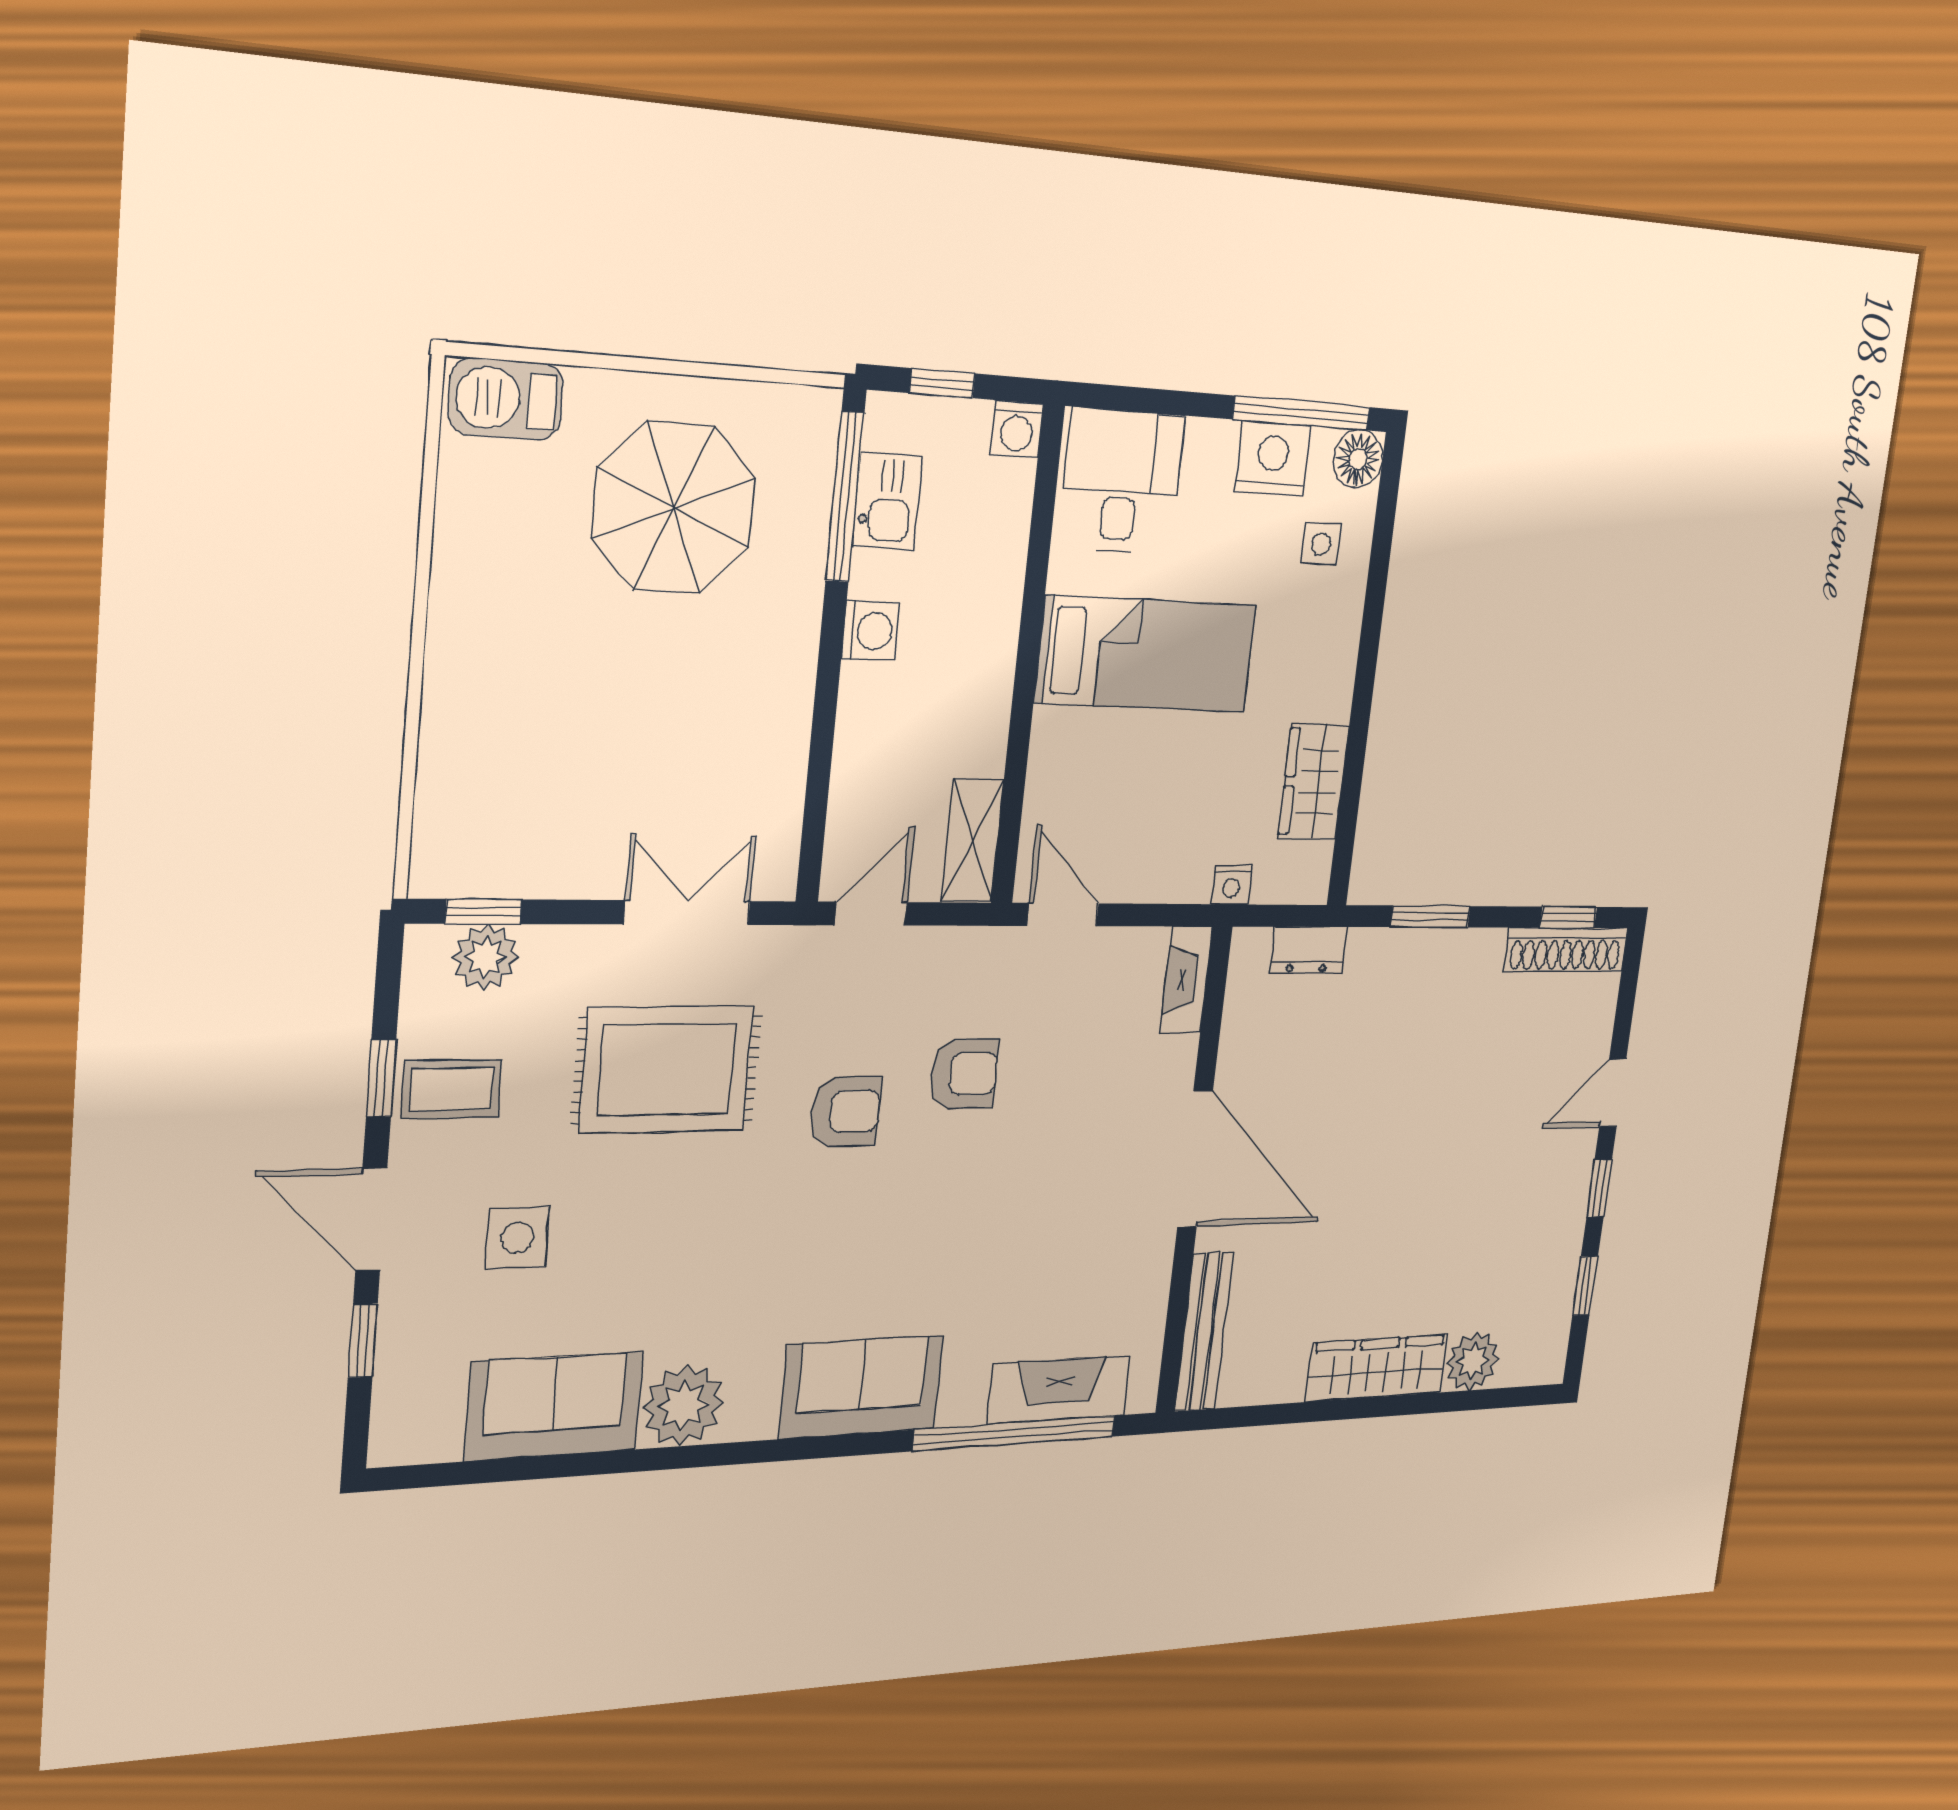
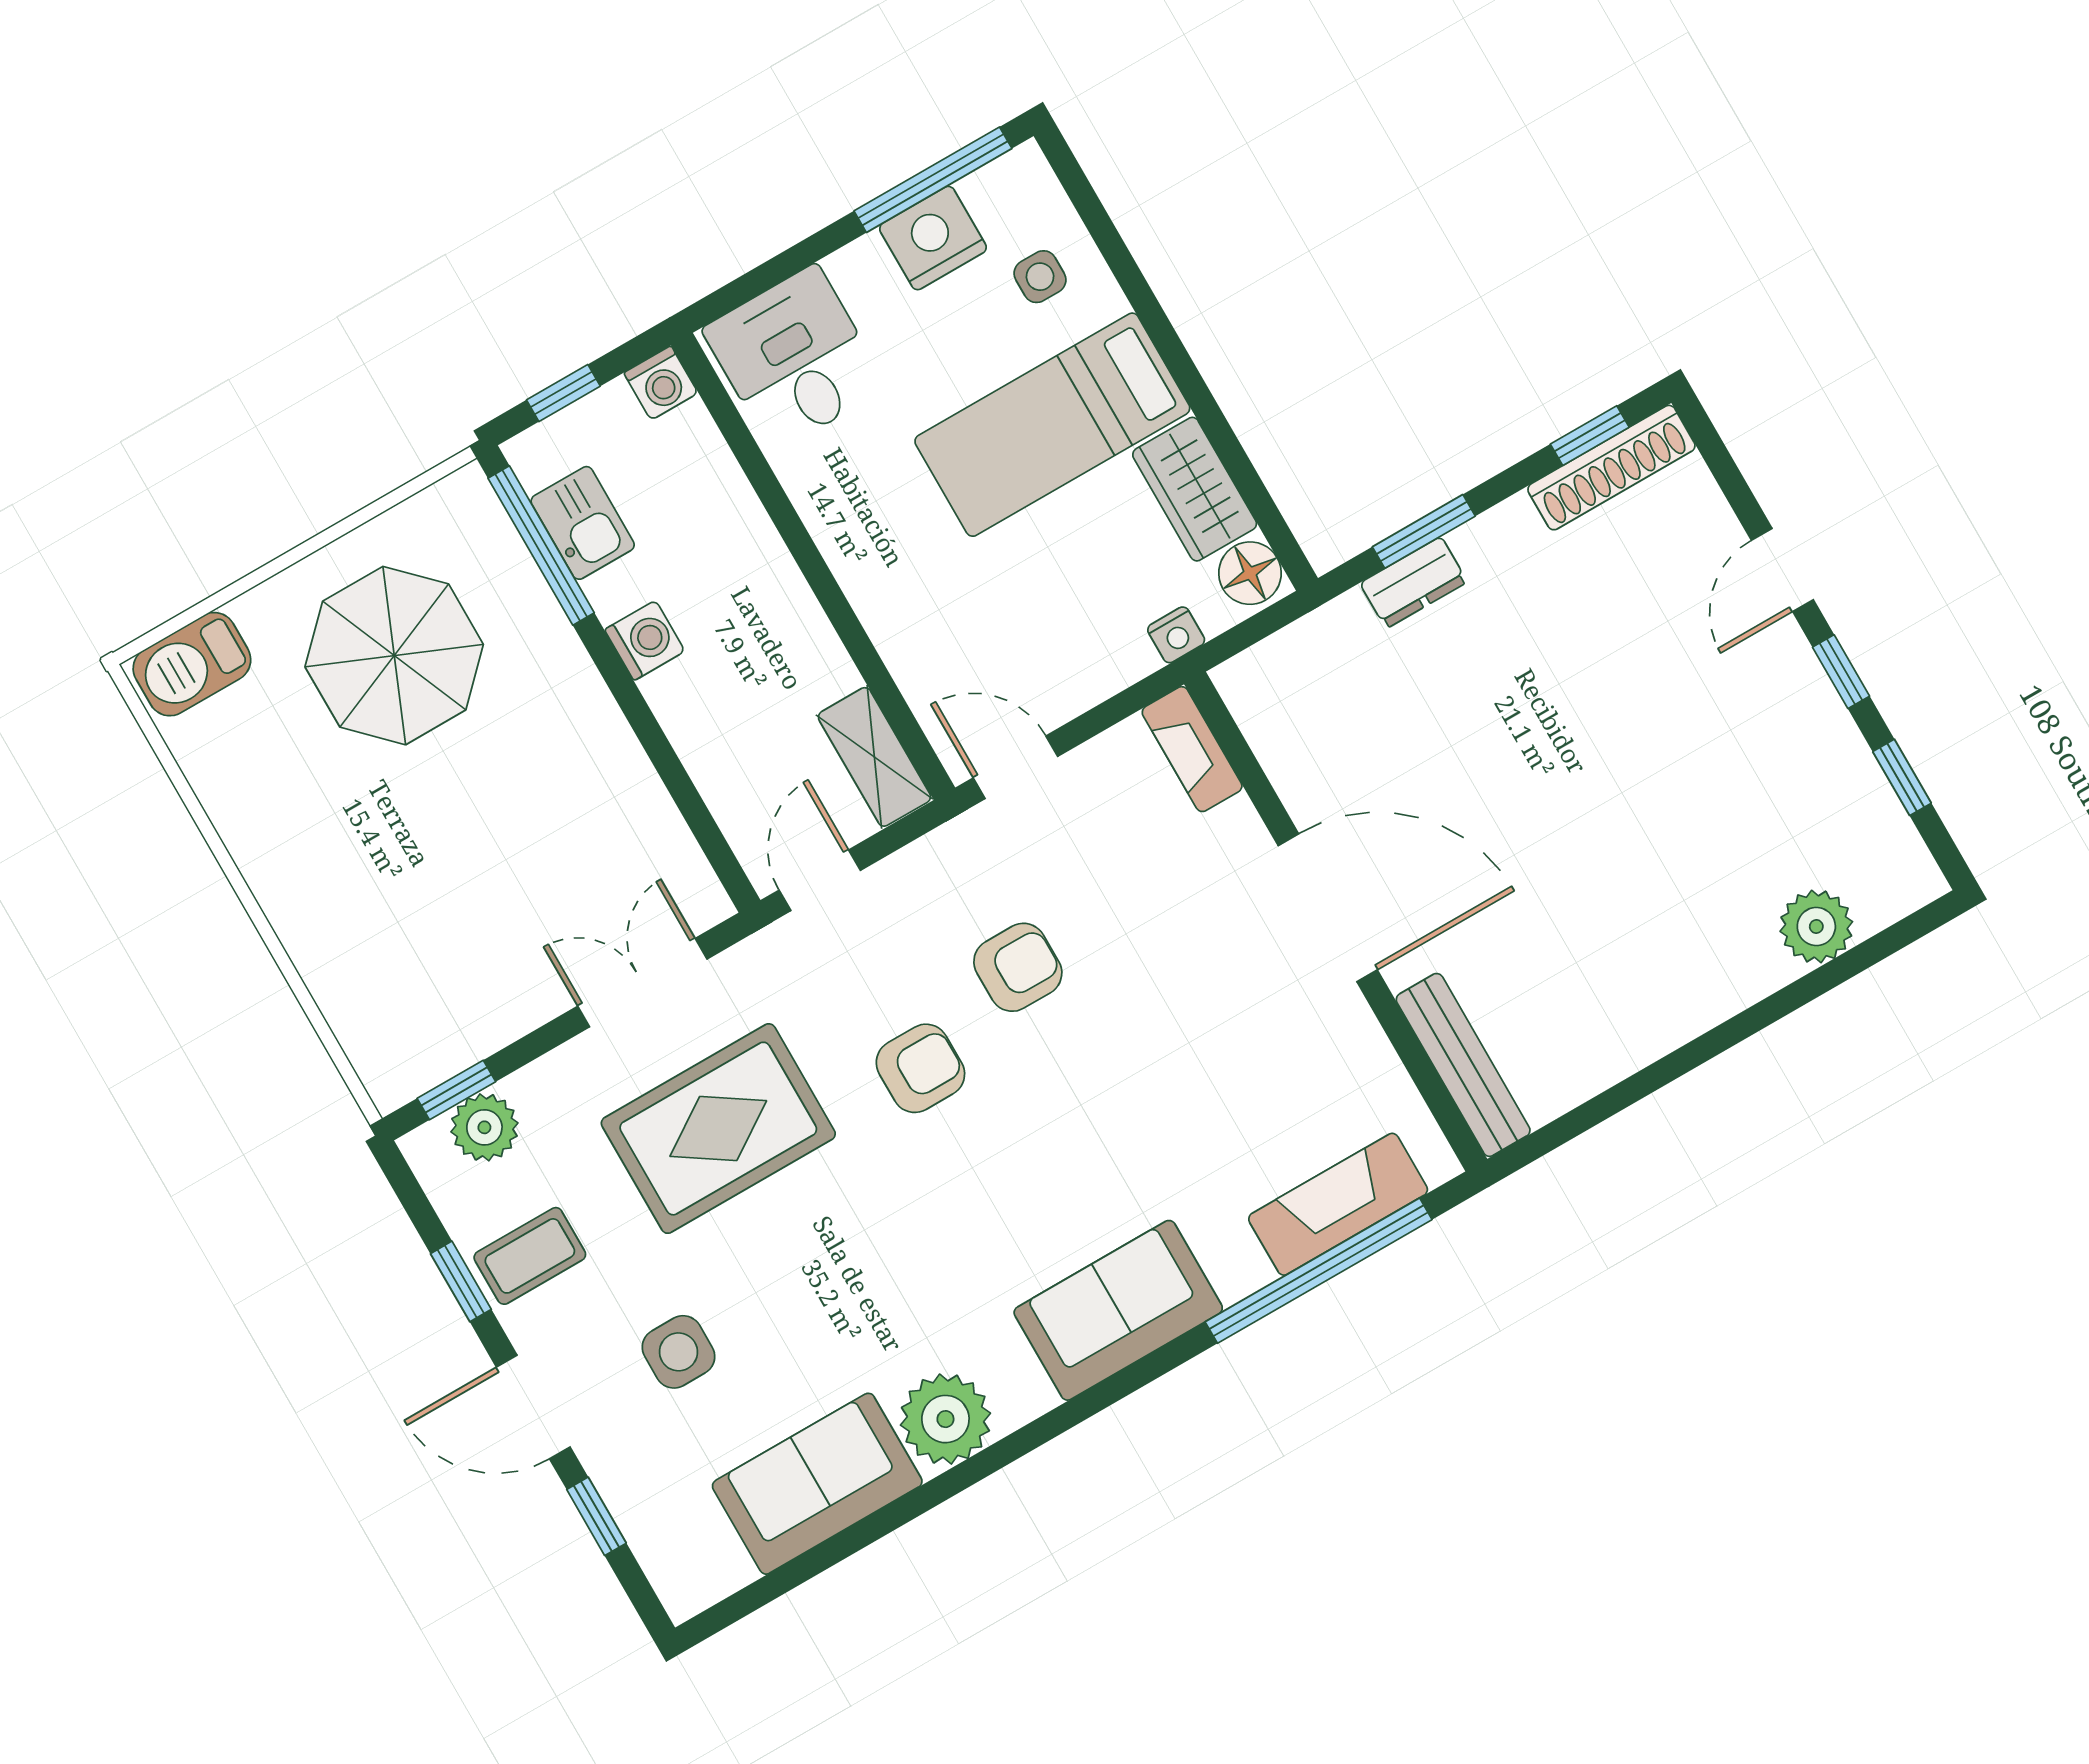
floor lamp: (1358, 459) -> (1250, 573), moved
bed: (1146, 654) -> (1052, 425), moved, turned 180
dresser: (1308, 950) -> (1414, 583), moved
wardrobe: (1377, 1368) -> (1700, 994), removed

